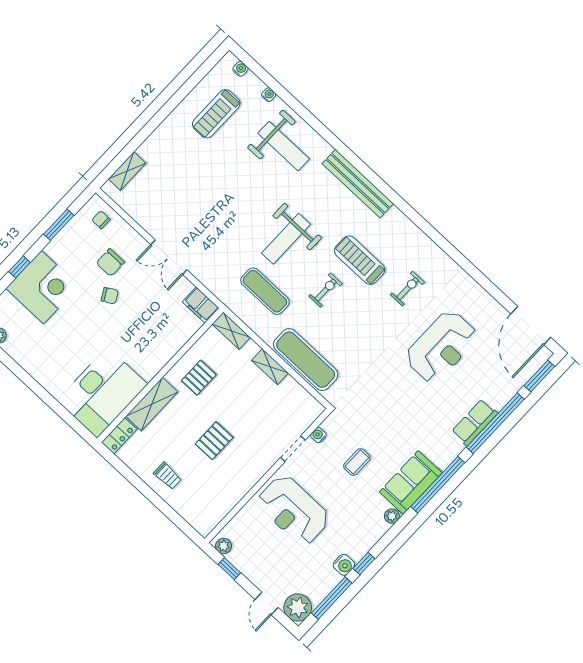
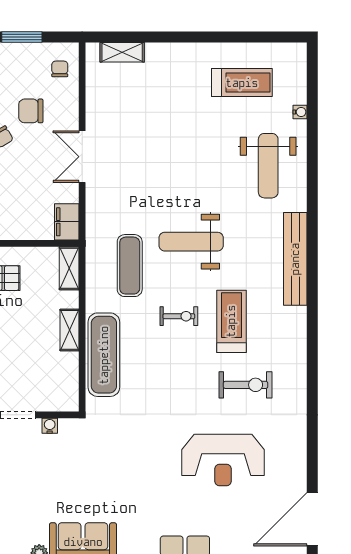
water cooler: (240, 69) -> (299, 67), removed
treadmill: (216, 114) -> (242, 83), turned 180
exercise bike: (408, 289) -> (246, 385), width x1.38, depth x1.39
coffee table: (357, 462) -> (57, 480), removed

